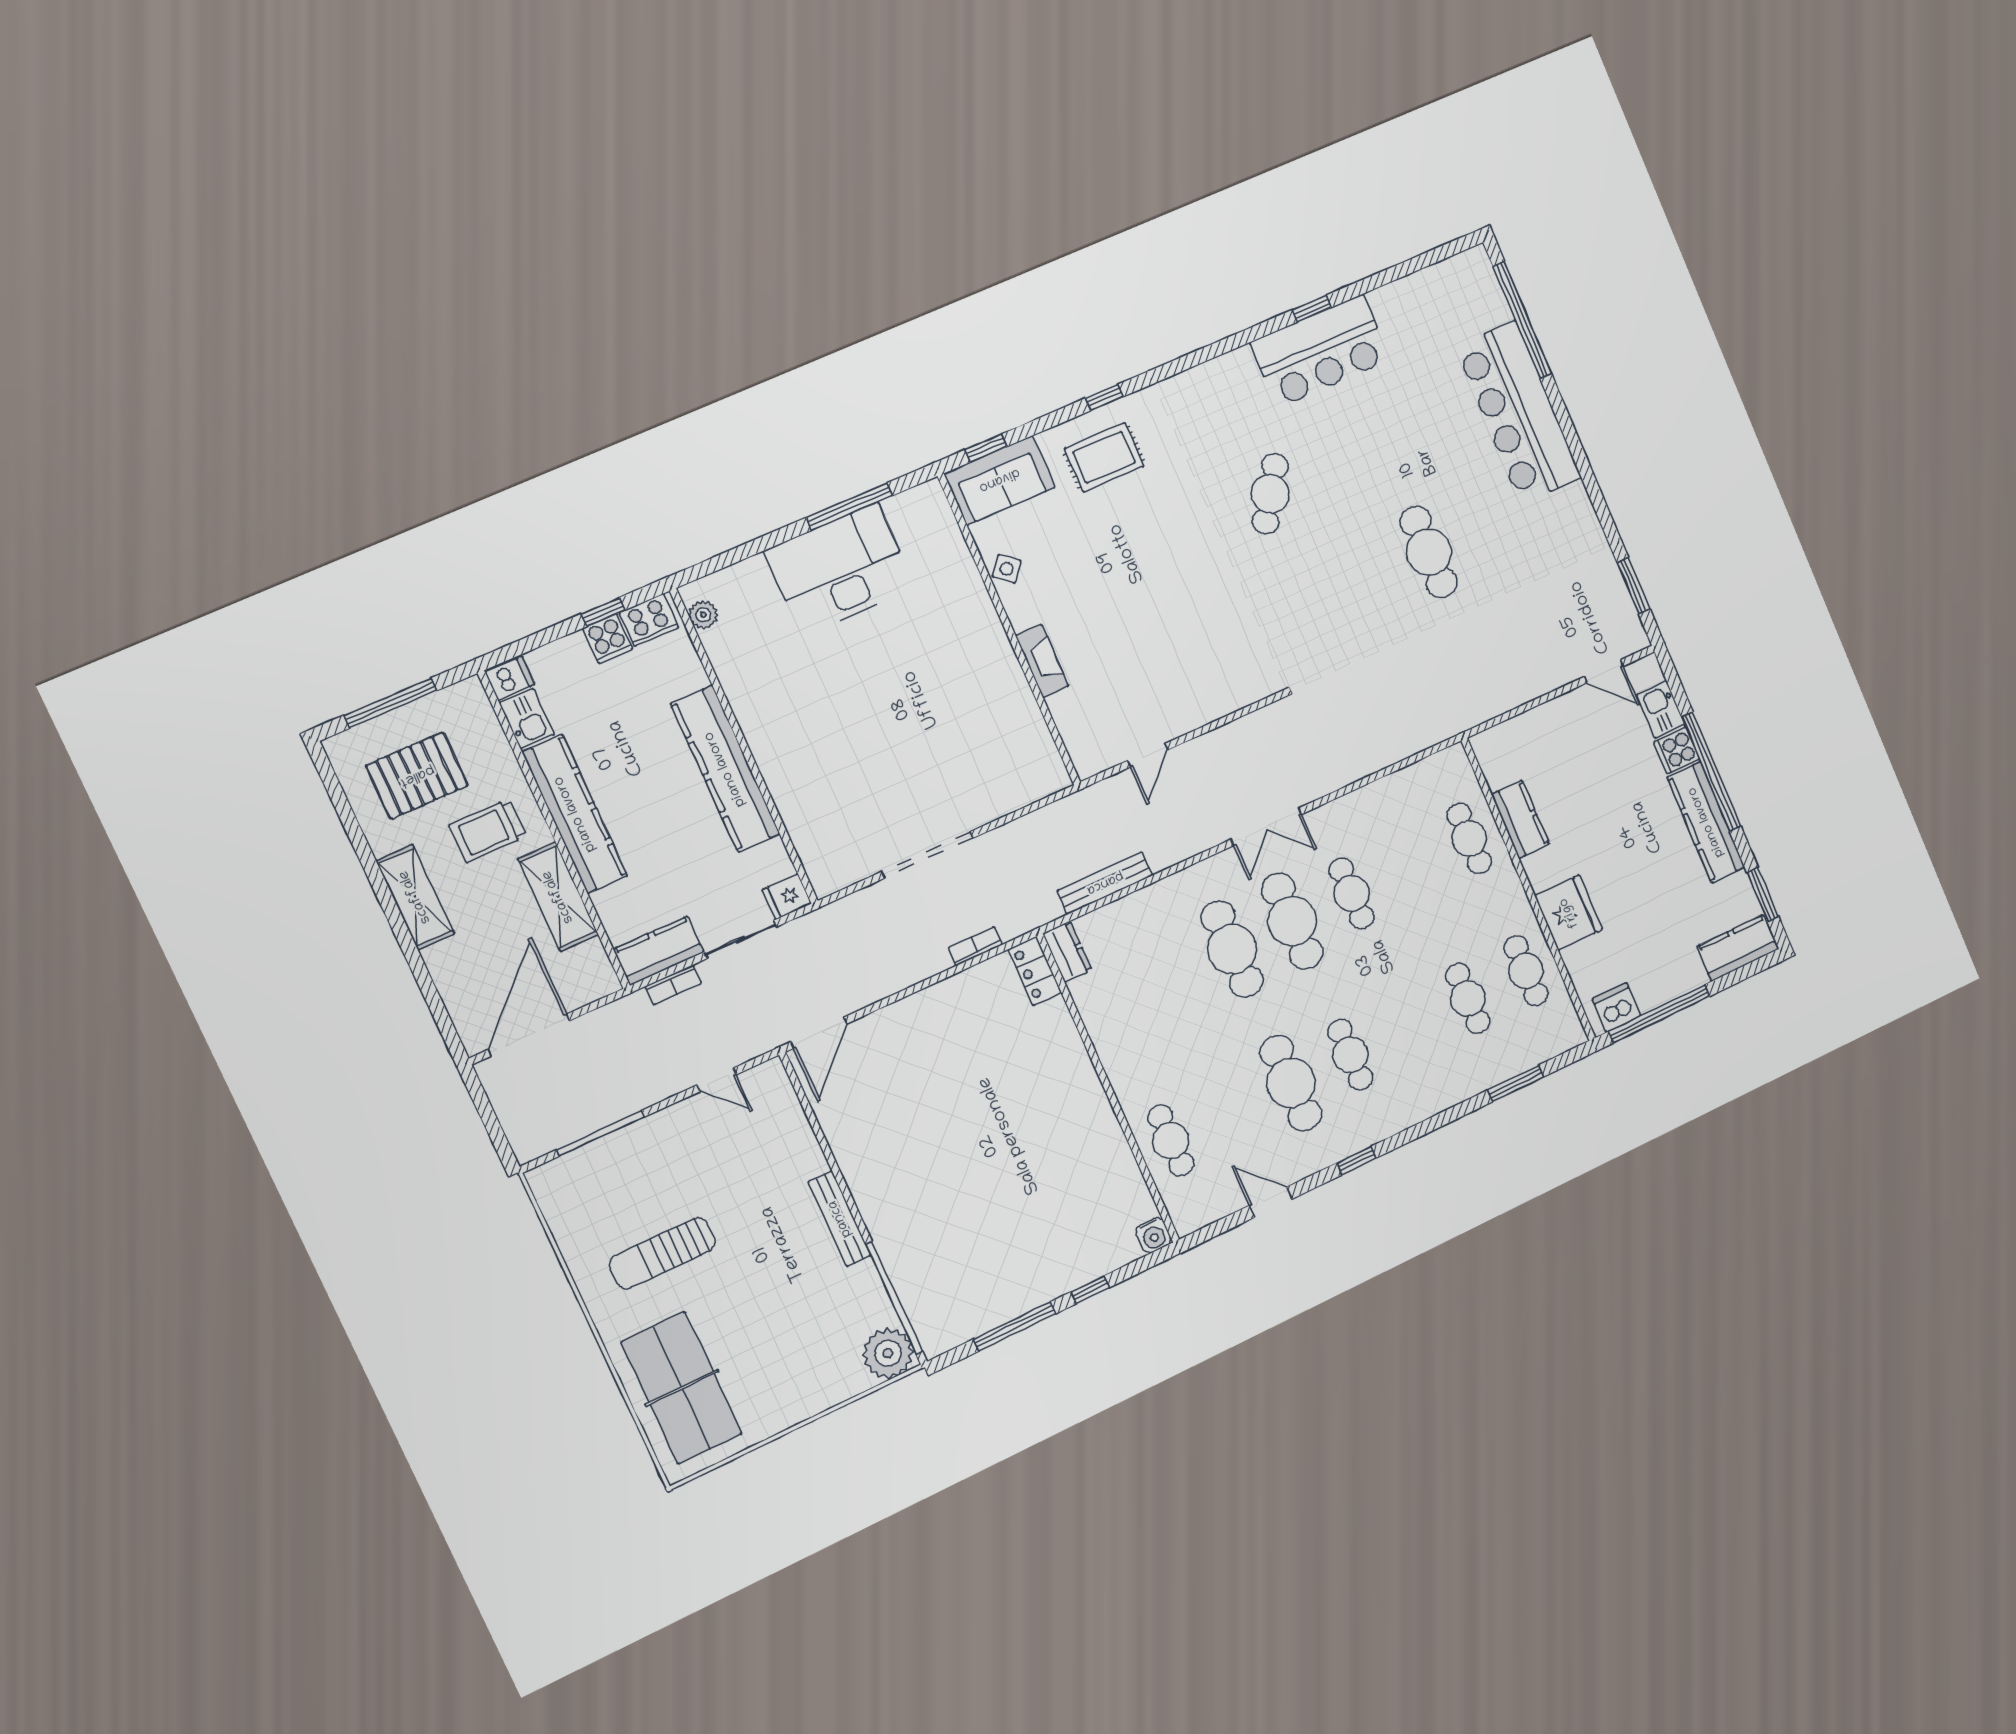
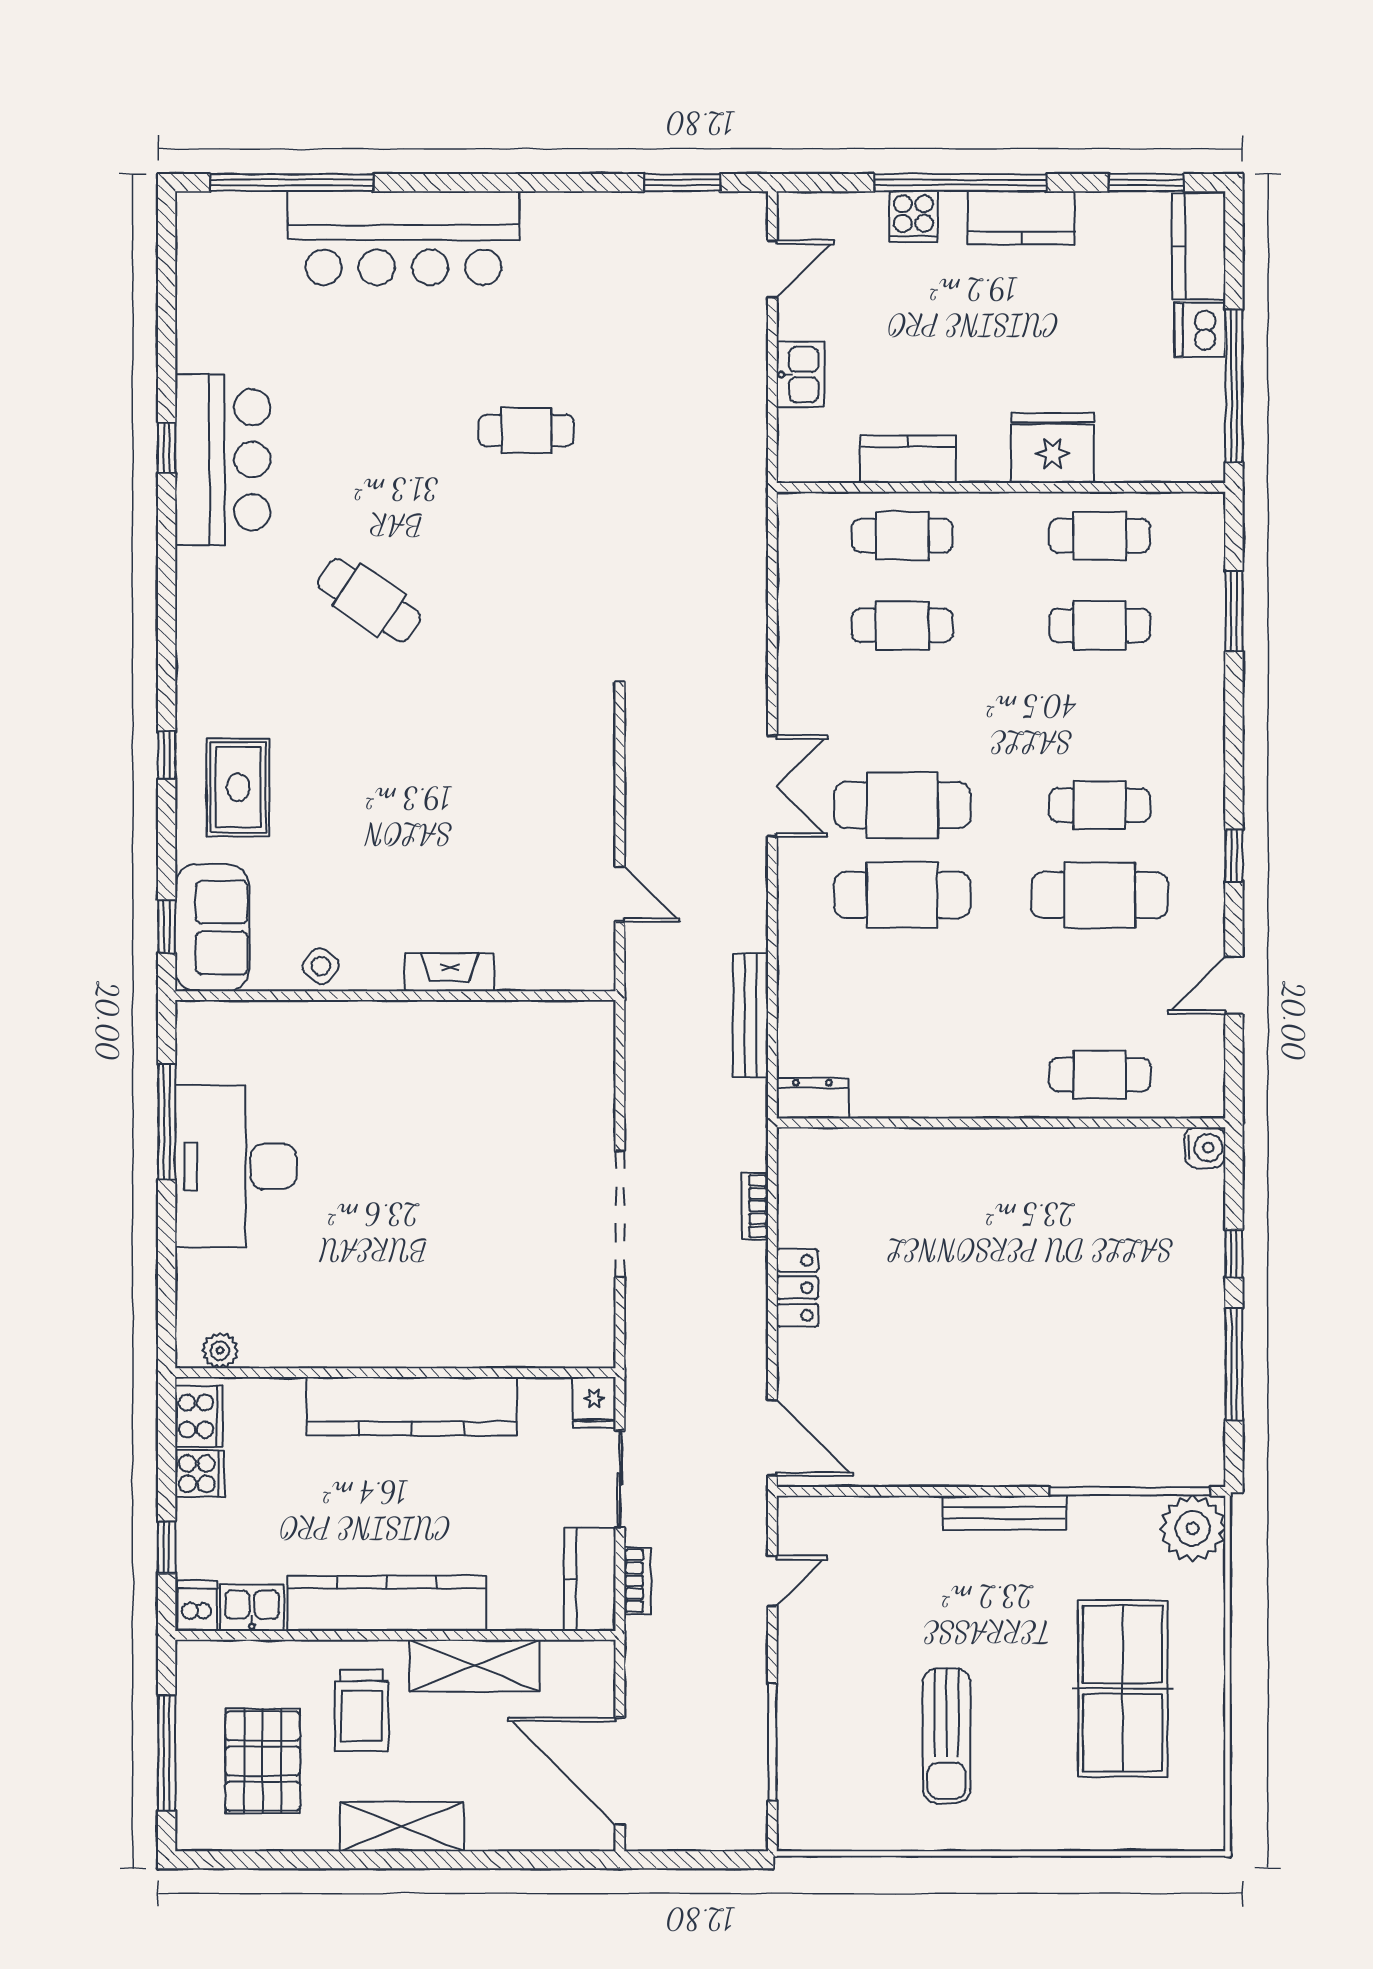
cafe table: (1429, 552) -> (526, 430), width x0.73, depth x0.74
window: (603, 612) -> (167, 1547), moved
kitchen sink: (1661, 709) -> (800, 375), moved, turned -90
kitchen counter: (1706, 822) -> (1021, 218), width x0.67
cafe table: (1352, 893) -> (902, 625), moved
locker: (1035, 971) -> (797, 1288), moved, turned -90
dishwasher: (1617, 1007) -> (1200, 330), moved
table tennis table: (682, 1388) -> (1123, 1688), moved, turned 90

